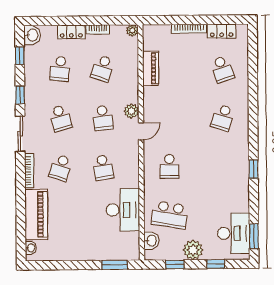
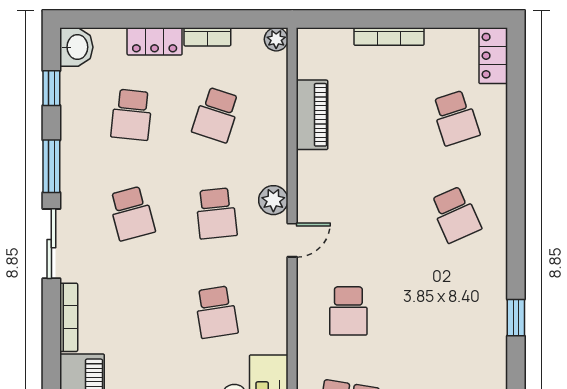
locker: (222, 31) -> (493, 56), moved, turned 90
window: (20, 95) -> (51, 166), width x1.50
school desk: (223, 118) -> (455, 214), turned -42
school desk: (61, 168) -> (132, 312), removed

